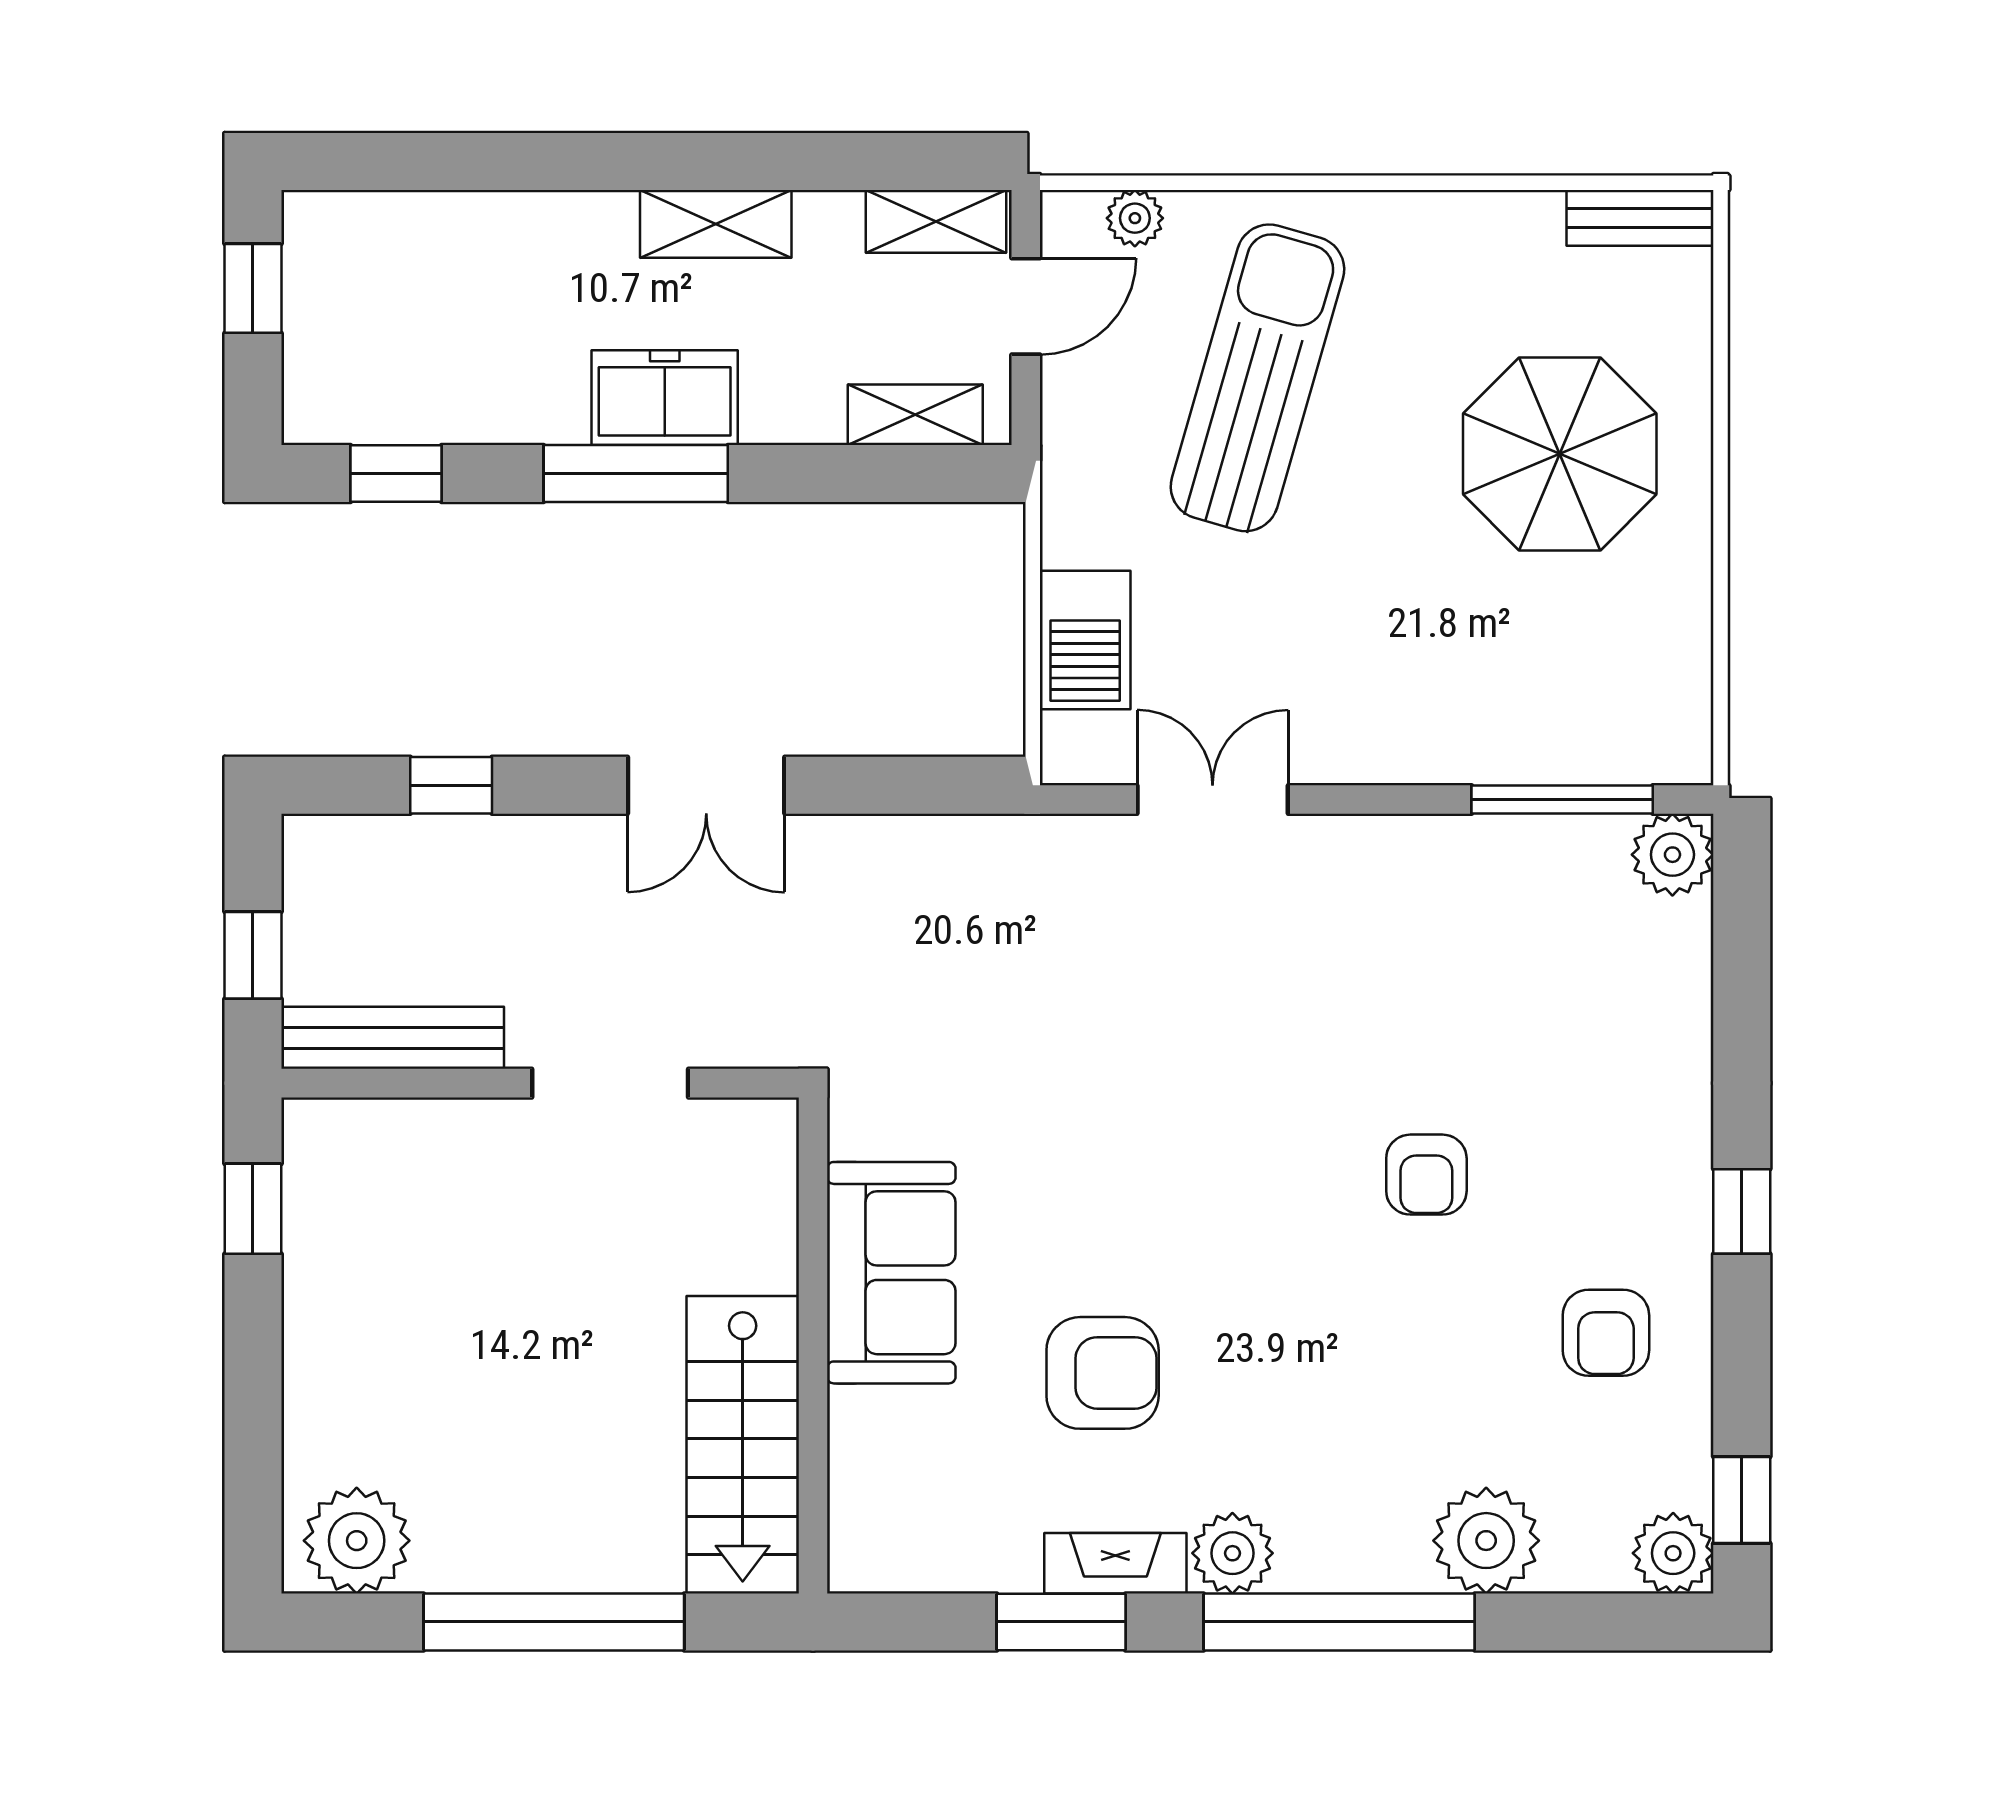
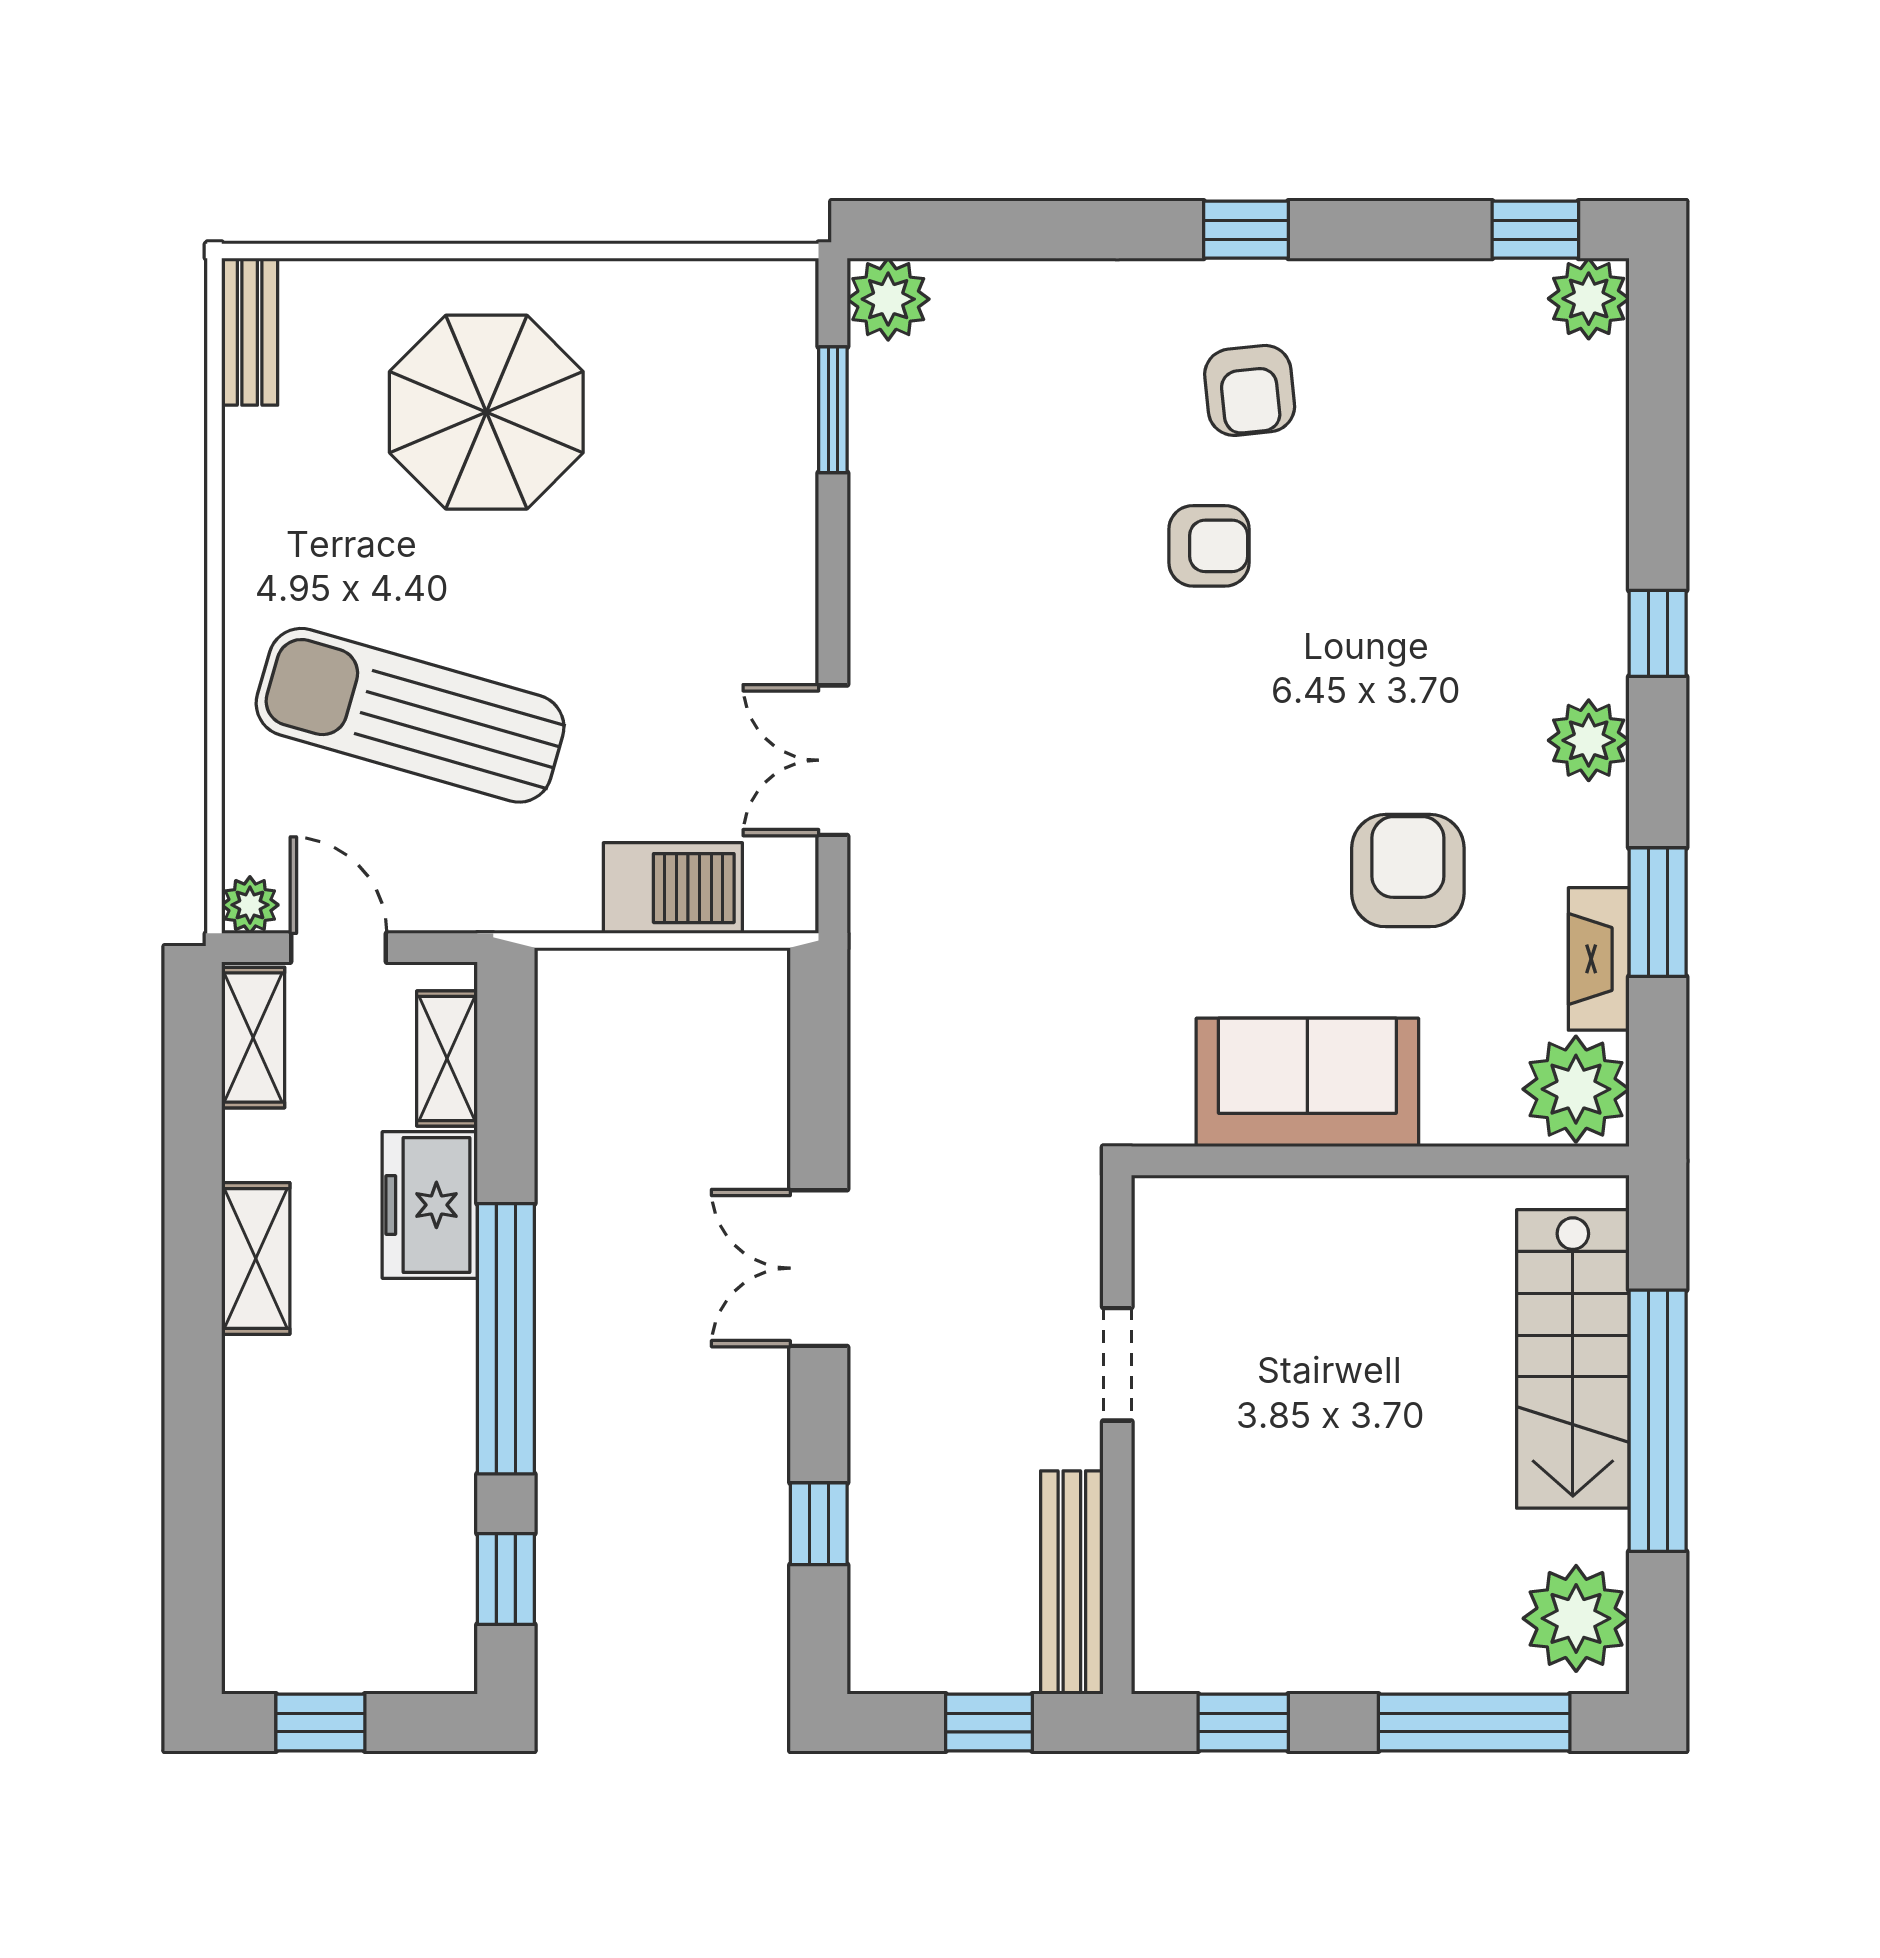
plant: (1135, 218) -> (250, 905), moved
freezer: (665, 398) -> (430, 1205), moved
window: (636, 473) -> (506, 1339), width x1.46
double door: (706, 785) -> (819, 1268), swing flipped
window: (1562, 800) -> (833, 410), width x0.69
doorway: (610, 1083) -> (1117, 1364), width x0.73
armchair: (1606, 1333) -> (1250, 390), moved, turned 84
window: (253, 1439) -> (1474, 1723), added
stairs: (743, 1445) -> (1573, 1359), moved, turned 90
plant: (1486, 1541) -> (1576, 1089), moved
fireplace: (1115, 1563) -> (1599, 959), moved
window: (1339, 1622) -> (1658, 633), width x0.32

